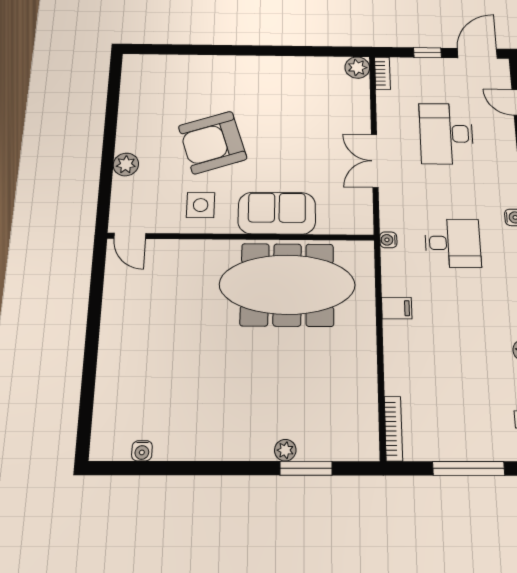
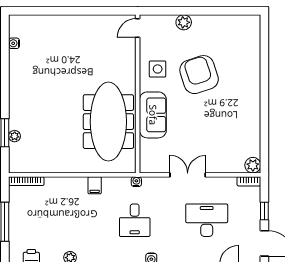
plant: (285, 450) -> (15, 136), moved

